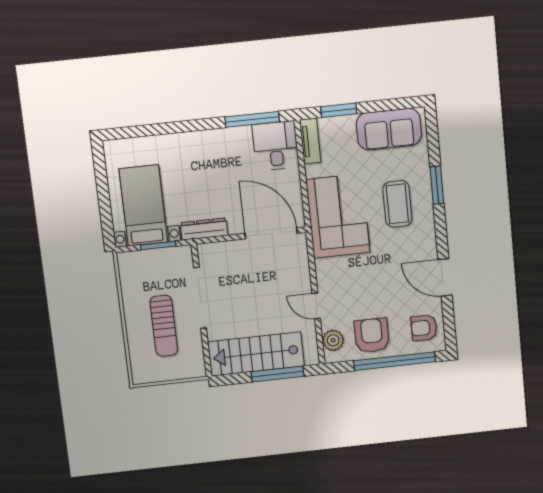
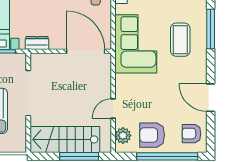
window: (437, 185) -> (211, 29), width x1.44
dresser: (204, 229) -> (37, 43), width x0.70
door: (316, 306) -> (113, 108), hinge flipped
armchair: (372, 335) -> (152, 135), turned -90

